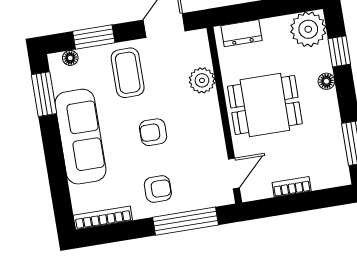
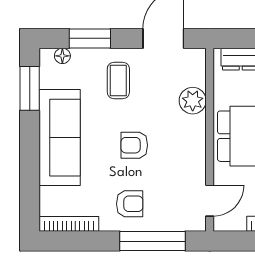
coffee table: (128, 73) -> (118, 80), width x0.73, depth x0.77

